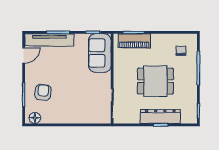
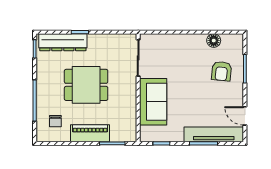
piano: (134, 41) -> (90, 133), moved
sofa: (100, 53) -> (153, 102), moved
door: (24, 55) -> (245, 116), hinge flipped
dresser: (160, 116) -> (63, 42), moved
floor lamp: (35, 118) -> (214, 41), moved

